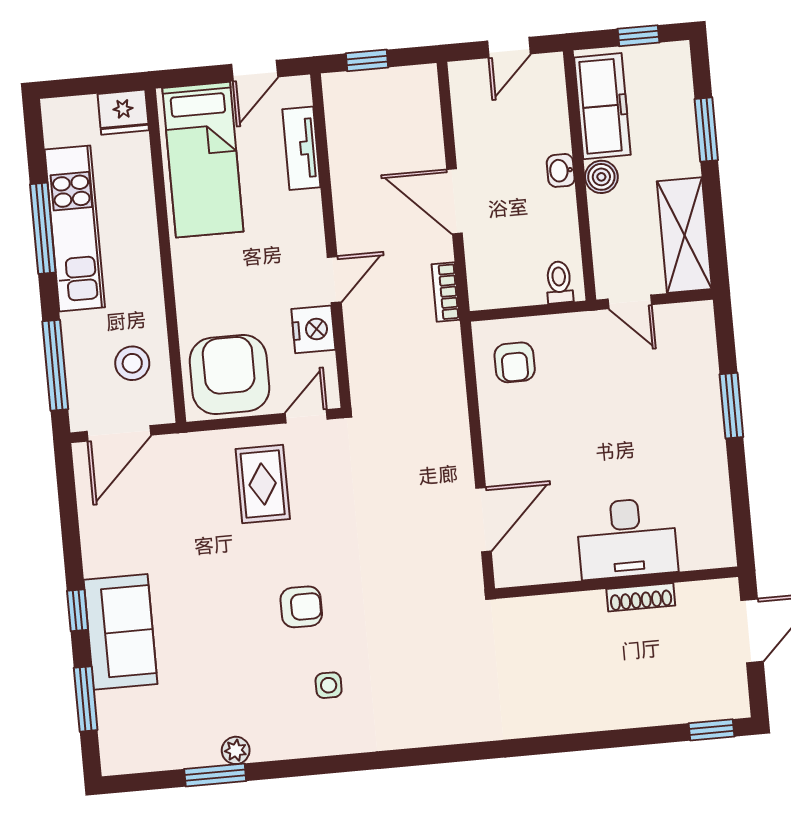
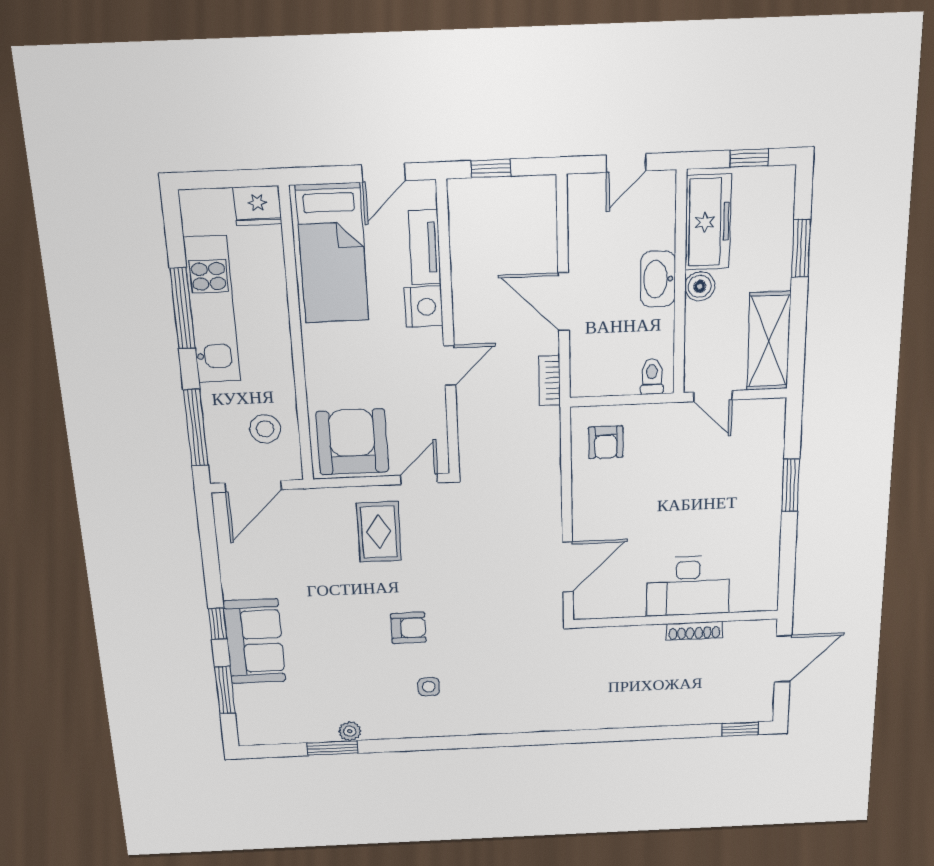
washbasin: (561, 170) -> (658, 279), width x1.91, depth x1.45
nightstand: (313, 329) -> (424, 307), moved

